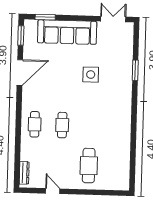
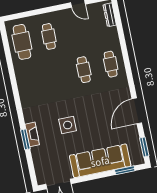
fireplace: (127, 73) -> (32, 134), added
cafe table: (89, 166) -> (49, 36), width x0.73, depth x0.74
cafe table: (116, 166) -> (22, 42), added

